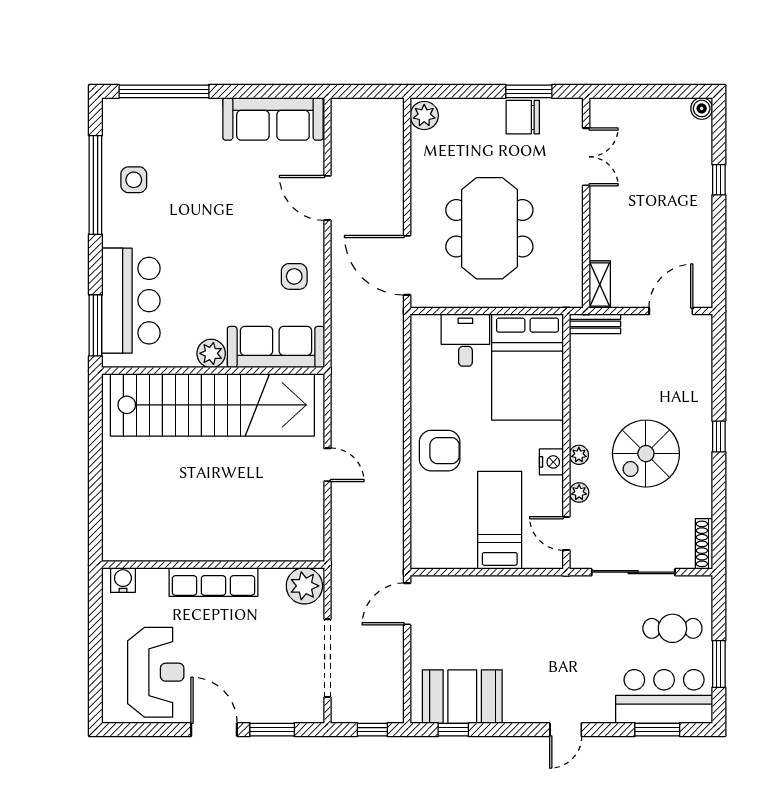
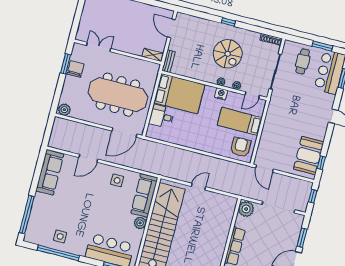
chair: (523, 117) -> (76, 69), turned 180
meeting table: (489, 228) -> (118, 95), width x1.36
armchair: (440, 451) -> (241, 147), moved

